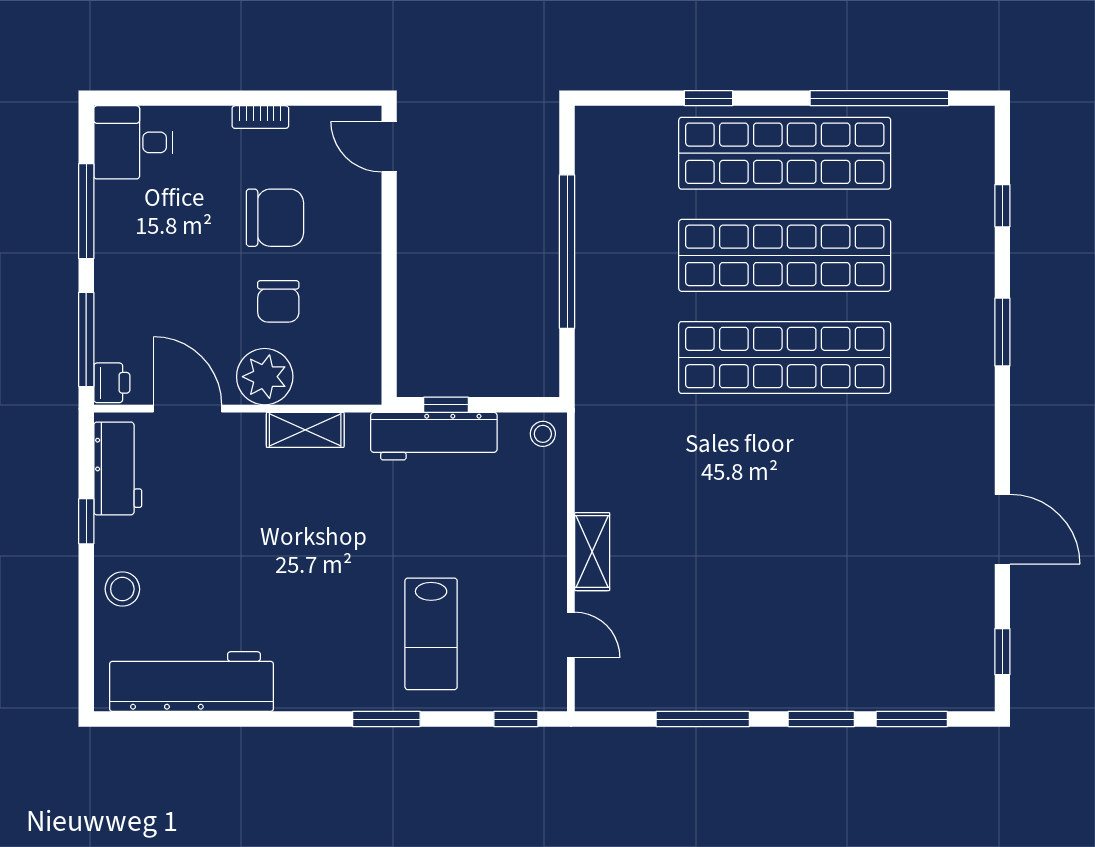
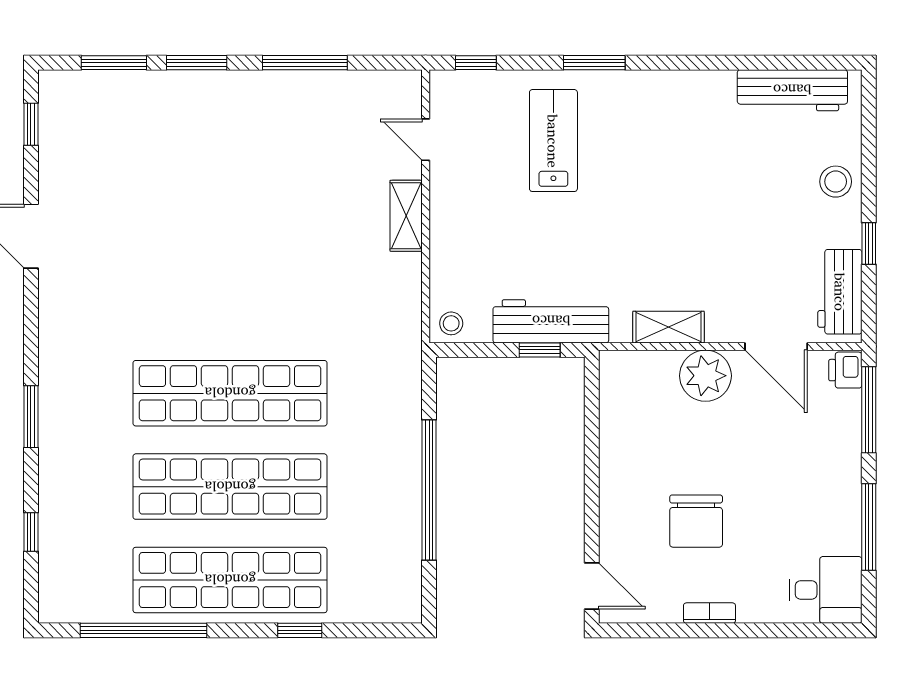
chair: (275, 218) -> (696, 521), turned -90
chair: (278, 301) -> (693, 445), removed
workbench: (192, 682) -> (792, 90), width x0.73, depth x0.76

